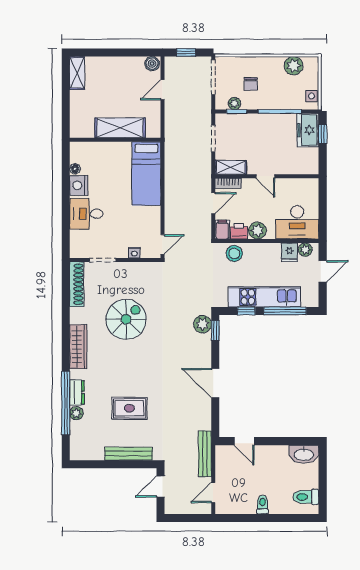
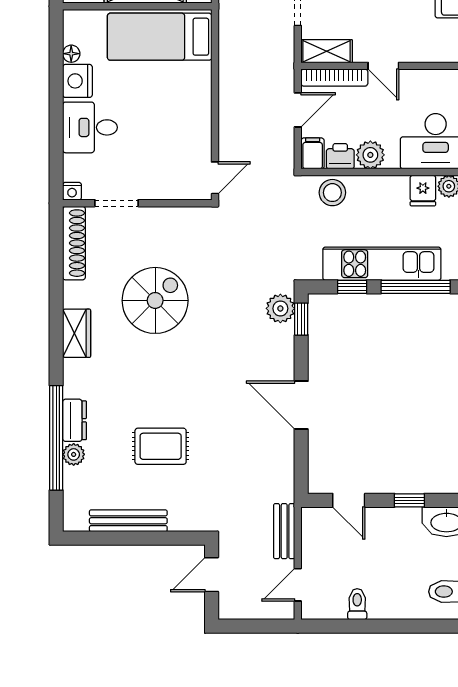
bed: (146, 174) -> (160, 37), moved, turned 90
bookcase: (228, 183) -> (334, 78), width x1.56
nightstand: (134, 253) -> (72, 191), moved
wardrobe: (78, 347) -> (77, 333), width x0.67
window: (281, 441) -> (409, 500), added
bench: (129, 454) -> (128, 521), moved
bench: (205, 454) -> (284, 531), width x0.73
toilet: (263, 505) -> (357, 604), moved

